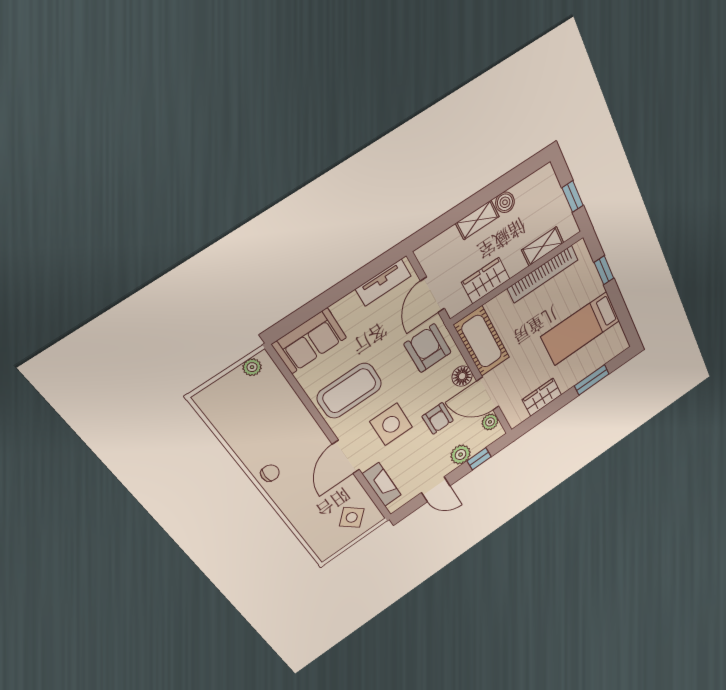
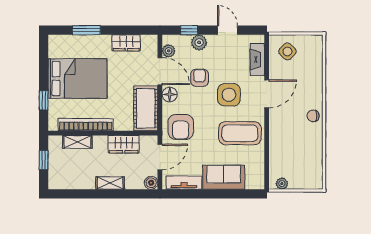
boiler: (505, 202) -> (151, 183), moved
bed: (581, 329) -> (78, 78), width x1.50
sofa: (309, 341) -> (224, 177), moved

